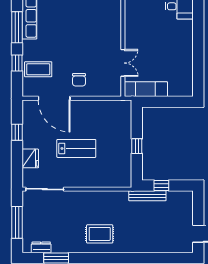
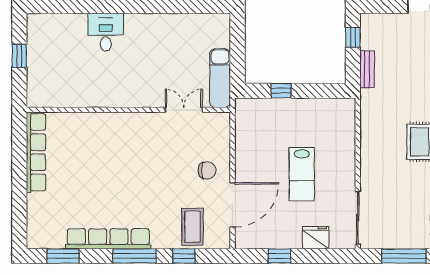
window: (137, 146) -> (281, 91), moved
lab bench: (76, 148) -> (302, 174), turned 180
window: (161, 186) -> (353, 37), moved
bench: (147, 196) -> (367, 69), width x0.73

